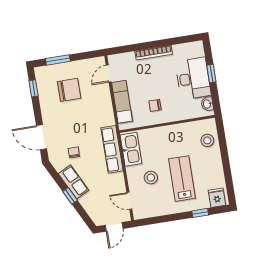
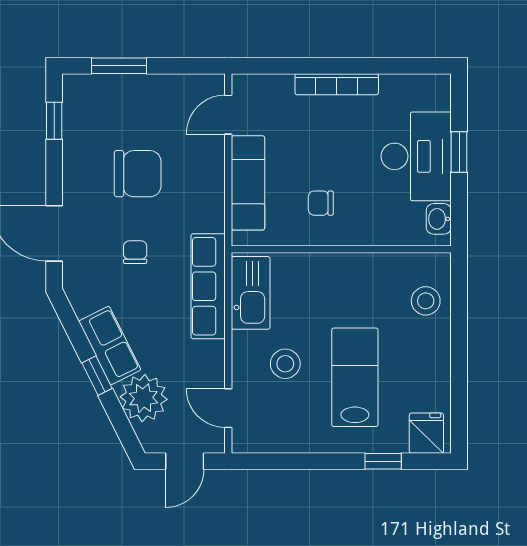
chair: (69, 90) -> (138, 174), moved
chair: (74, 152) -> (135, 252), moved
plant: (92, 202) -> (144, 398), added

